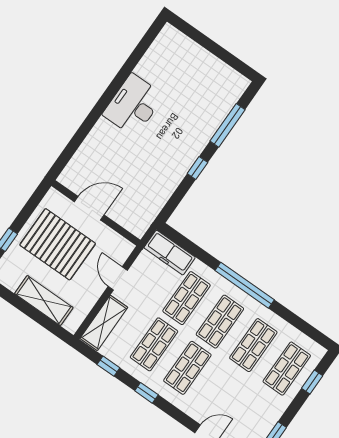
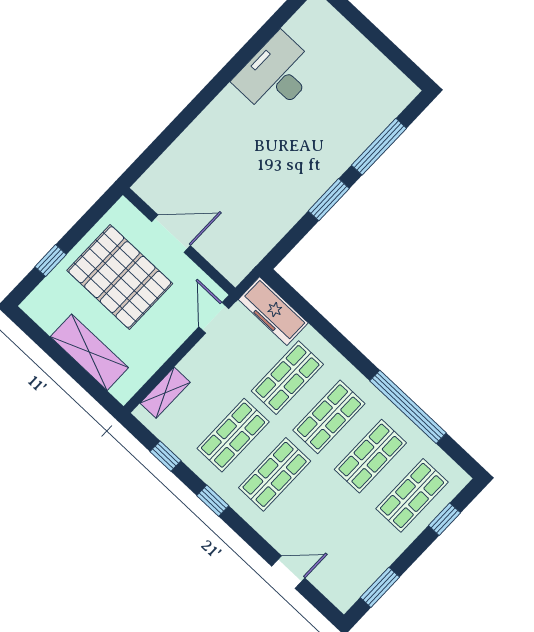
desk: (133, 105) -> (276, 75), moved
window: (197, 168) -> (329, 200), width x1.50
door: (118, 278) -> (214, 318), moved
window: (245, 285) -> (408, 407), moved
shelving: (104, 323) -> (165, 393), width x0.67, depth x0.75

